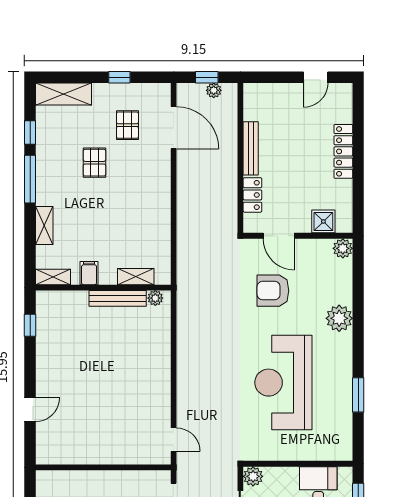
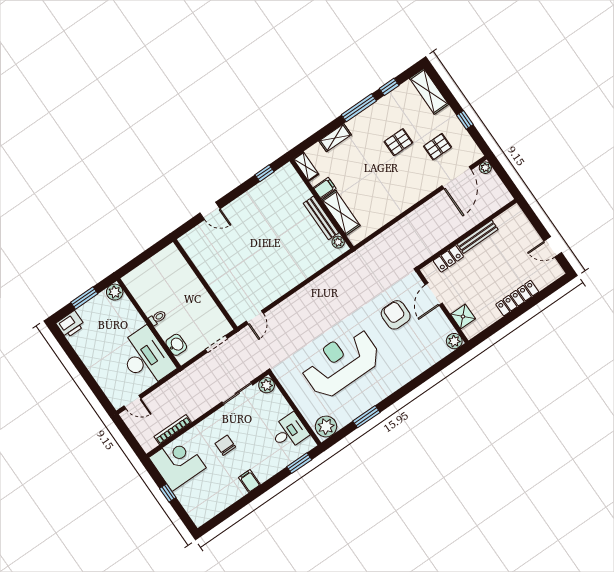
window: (207, 77) -> (504, 177), removed
plant: (214, 90) -> (485, 168), moved
shelving: (136, 277) -> (341, 213), width x1.50, depth x1.33
plant: (339, 318) -> (326, 426), moved

